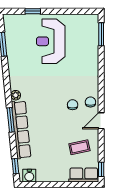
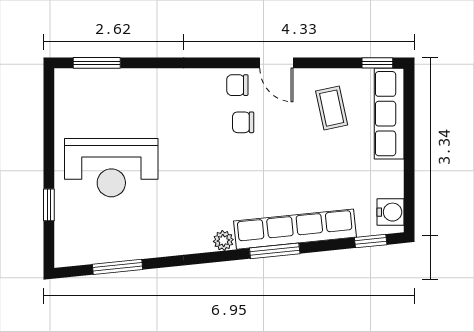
row of seats: (84, 175) -> (389, 114), width x1.48

